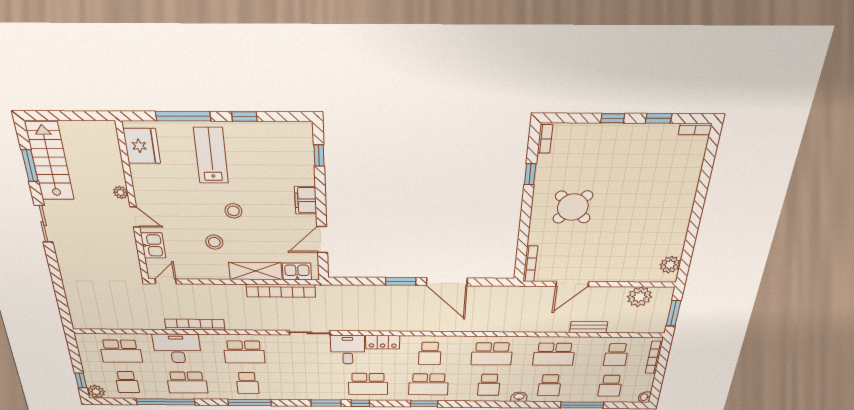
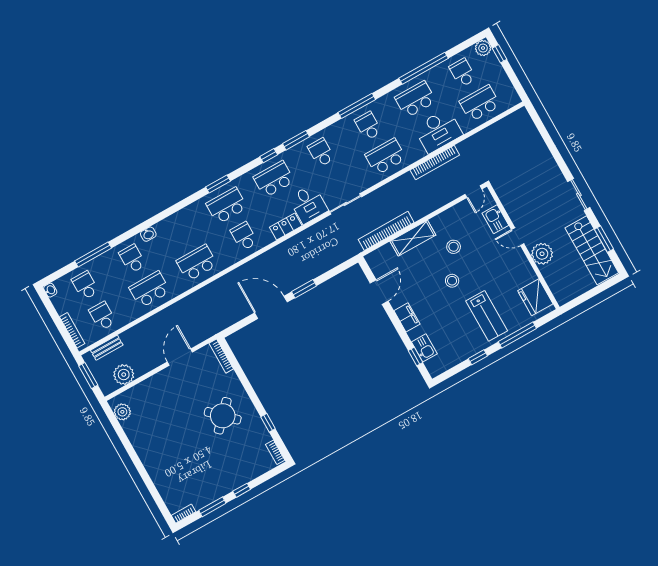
window: (659, 118) -> (212, 507), width x1.50
plant: (121, 192) -> (542, 254), width x1.88, depth x1.88
kitchen sink: (297, 271) -> (424, 348), moved, turned -90
bench: (589, 327) -> (107, 348), moved
school desk: (489, 385) -> (321, 153), moved

